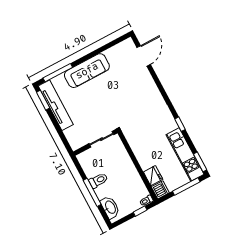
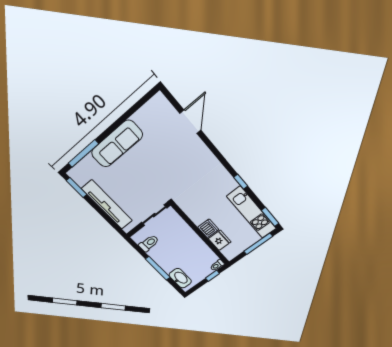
door: (144, 56) -> (190, 122), moved
tv unit: (56, 105) -> (107, 205), moved
toilet: (98, 180) -> (149, 243), moved
dishwasher: (160, 190) -> (208, 228), moved

